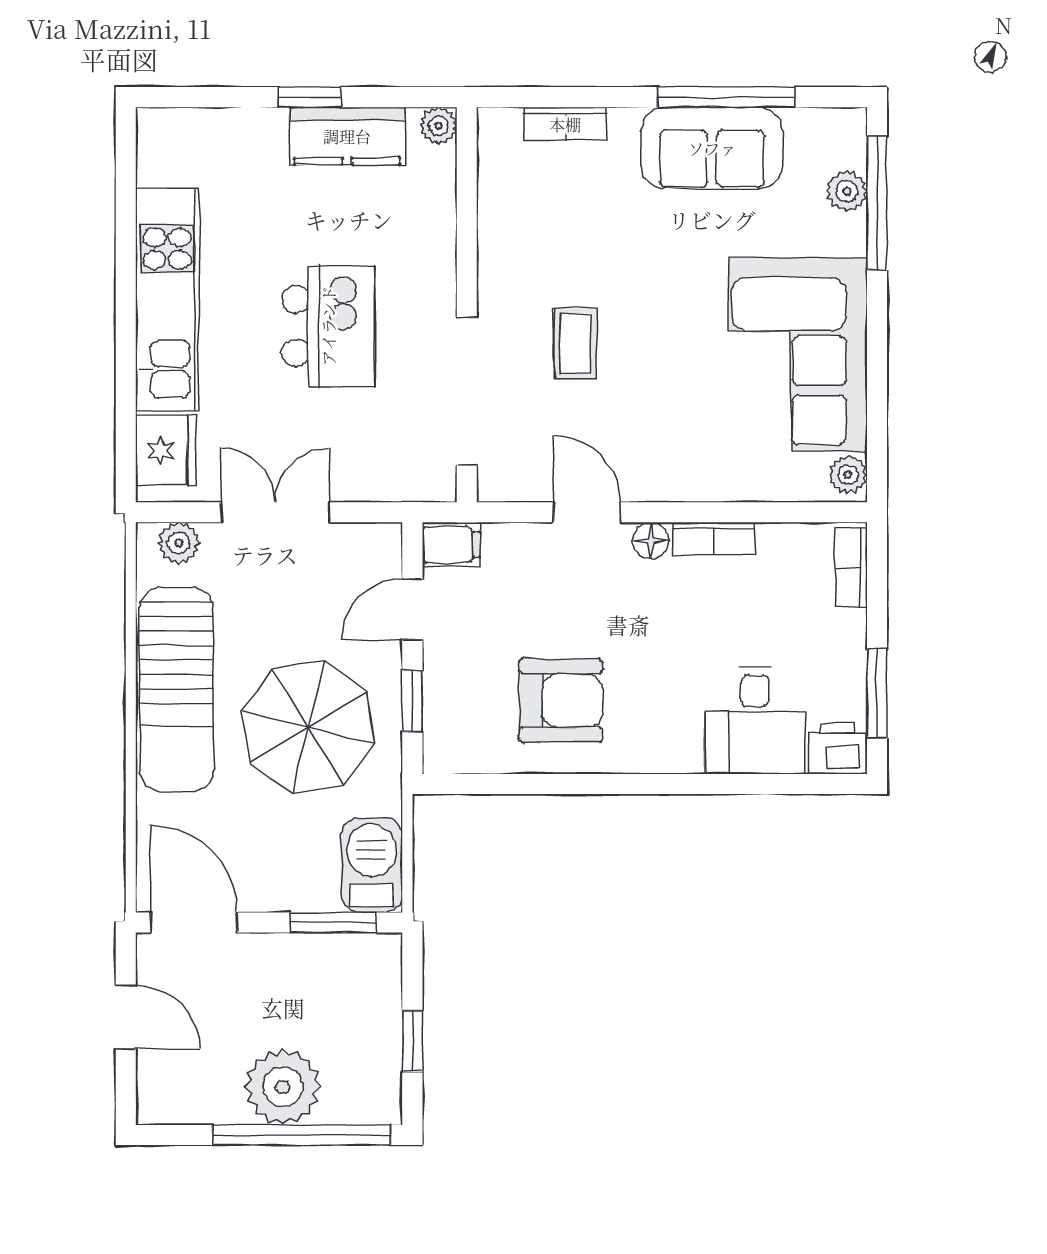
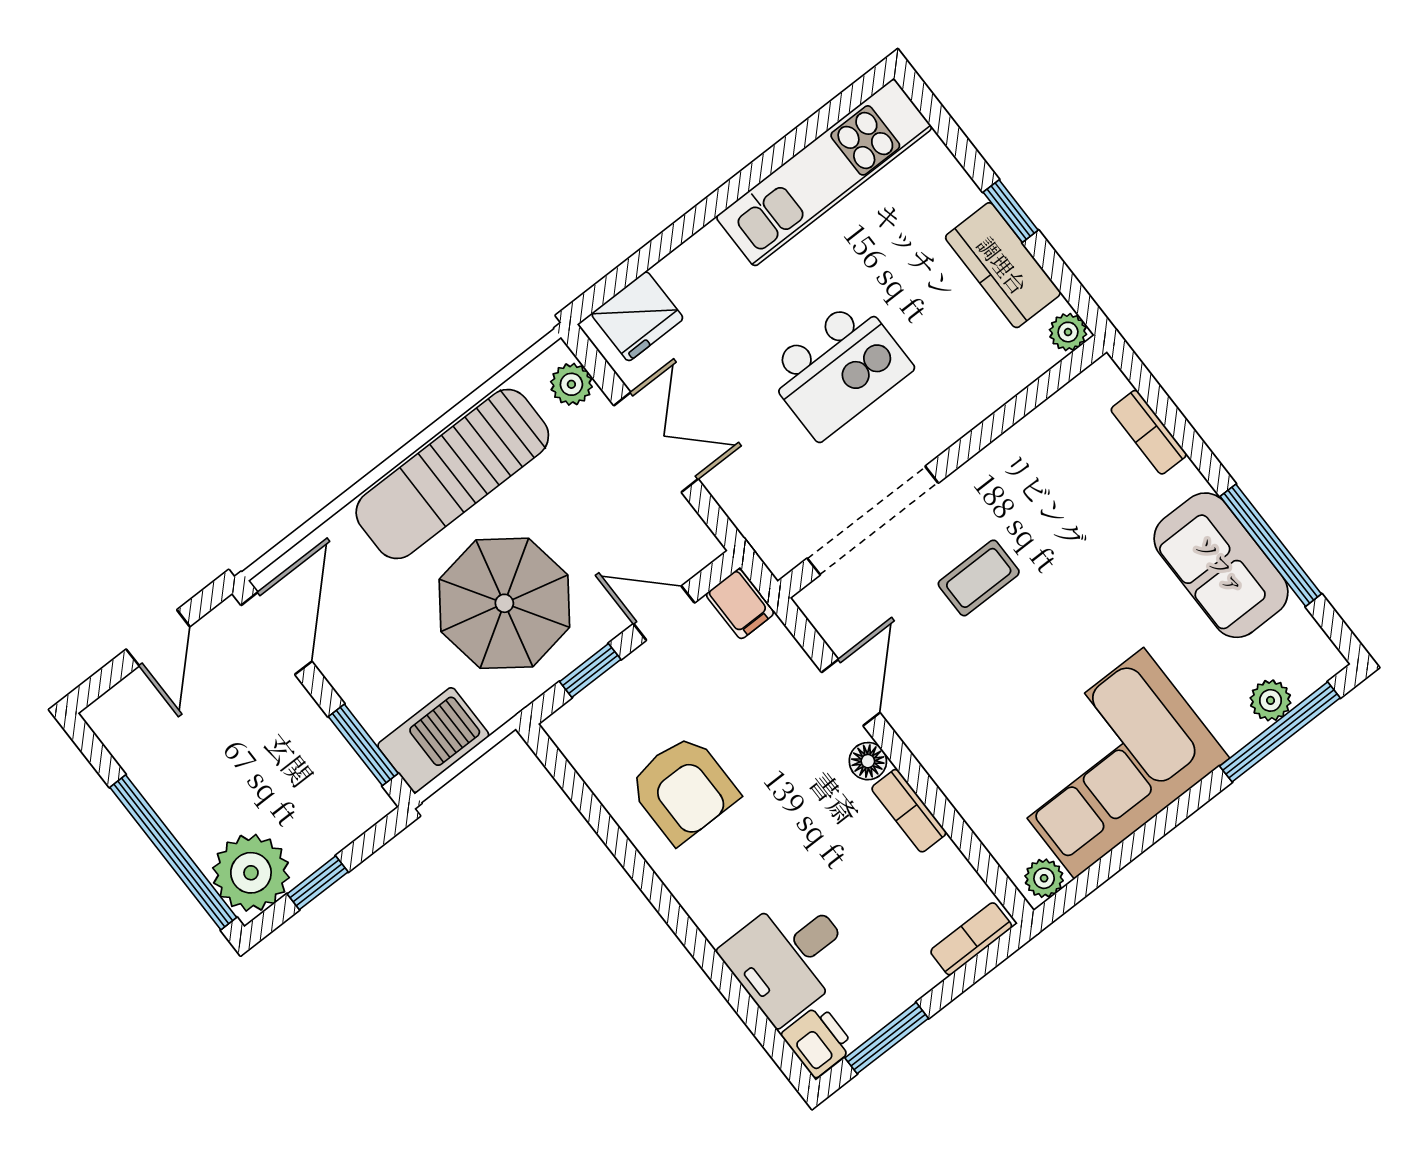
kitchen unit: (167, 300) -> (824, 173), moved
plant: (283, 1087) -> (251, 873), moved

